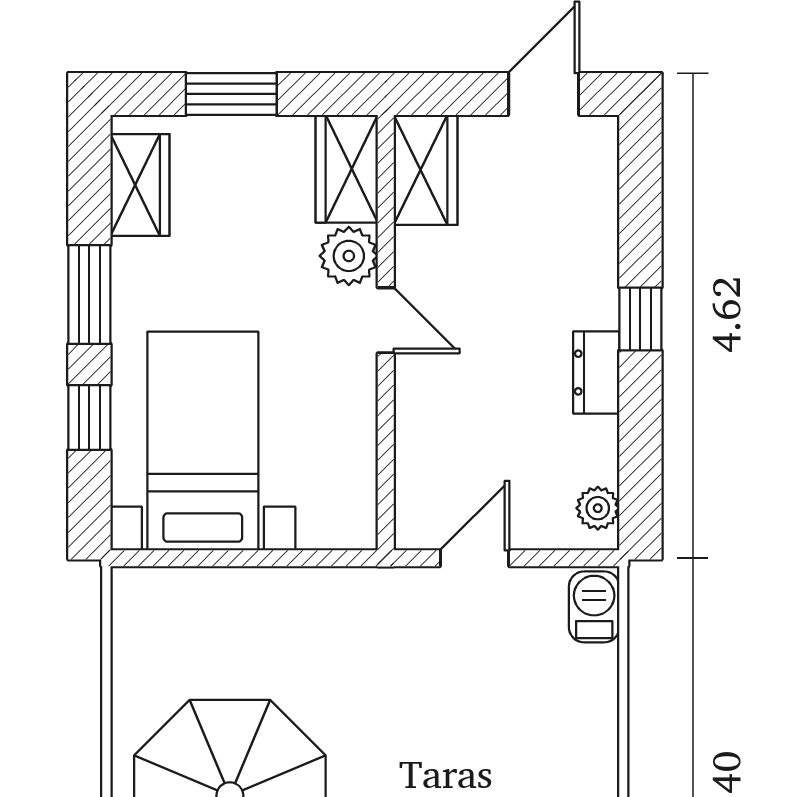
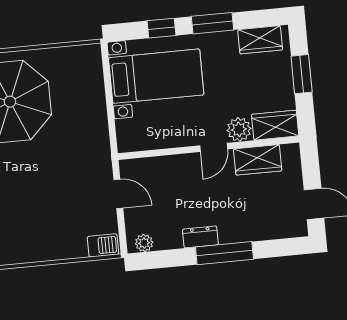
wardrobe: (426, 170) -> (258, 160), moved
window: (640, 319) -> (224, 253), width x2.17

